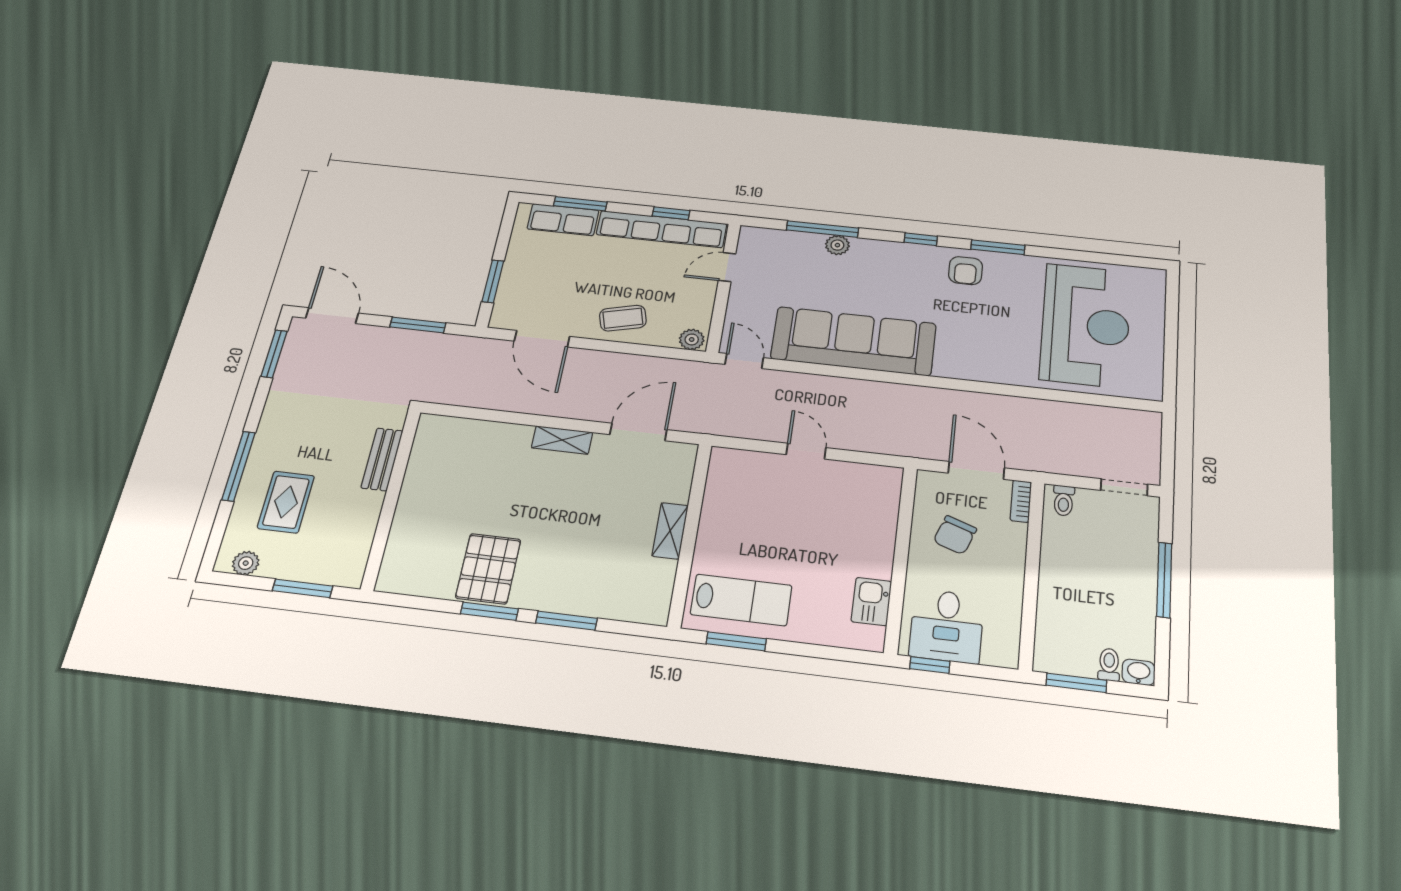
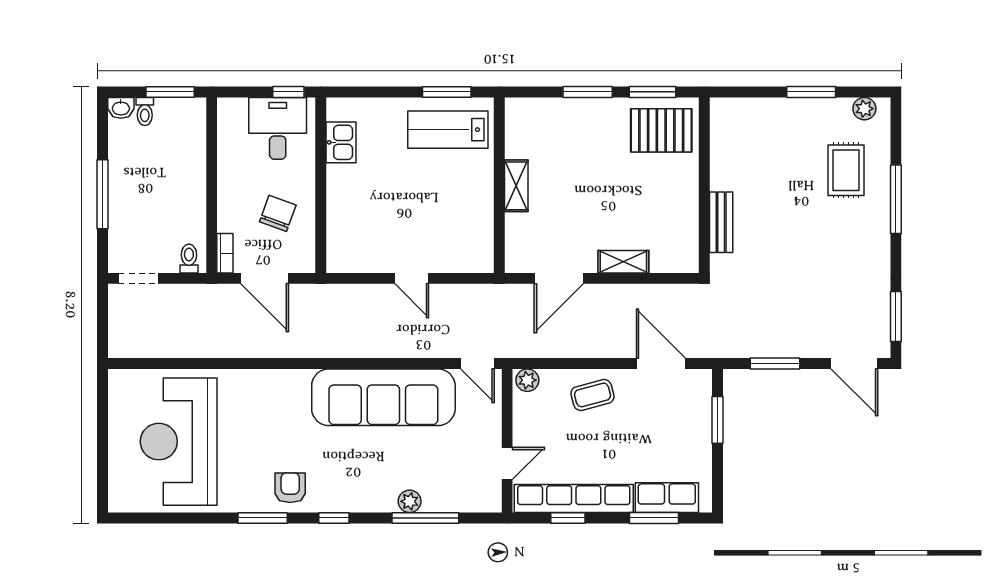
bench: (382, 459) -> (721, 222), moved
wall: (391, 499) -> (704, 185), moved
pallet: (488, 569) -> (661, 130), turned 90

